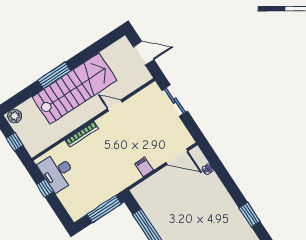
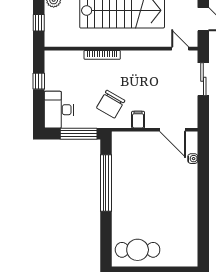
door: (115, 105) -> (180, 49), moved
chair: (114, 169) -> (111, 104), added
desk: (57, 172) -> (59, 110), moved
window: (250, 215) -> (203, 223), removed

